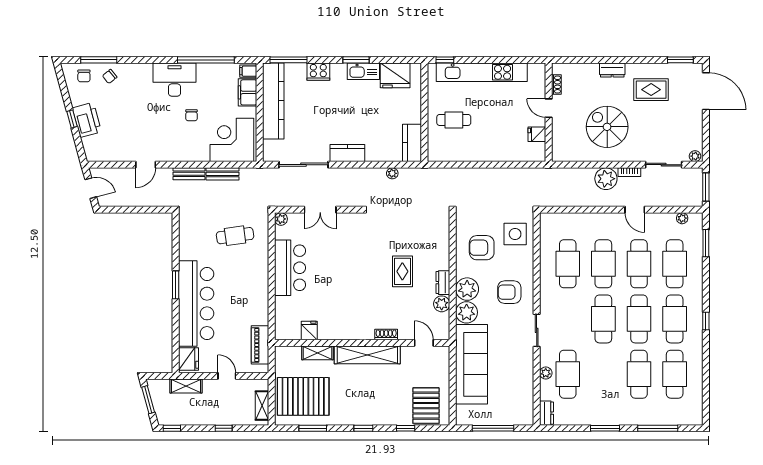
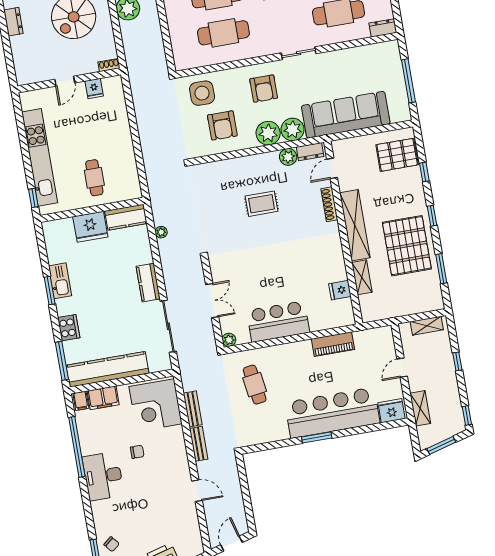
fridge: (395, 75) -> (90, 227), moved, turned 90
shoe rack: (556, 85) -> (109, 65), moved
dresser: (443, 283) -> (310, 152), moved
shoe rack: (386, 334) -> (329, 204), width x1.43
piano: (260, 345) -> (333, 344), moved
plant: (546, 373) -> (341, 36), removed
pallet: (303, 396) -> (407, 246), moved

